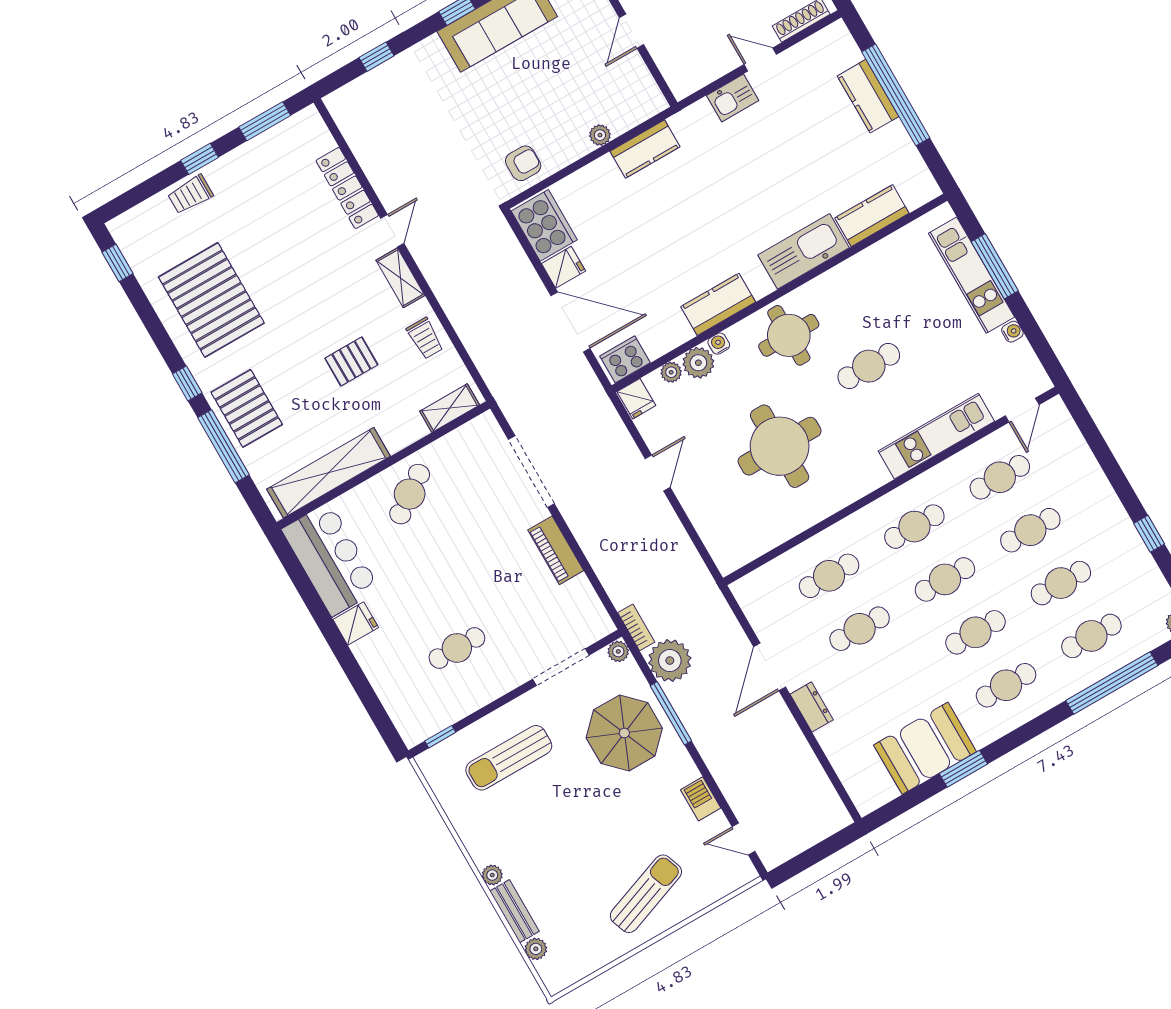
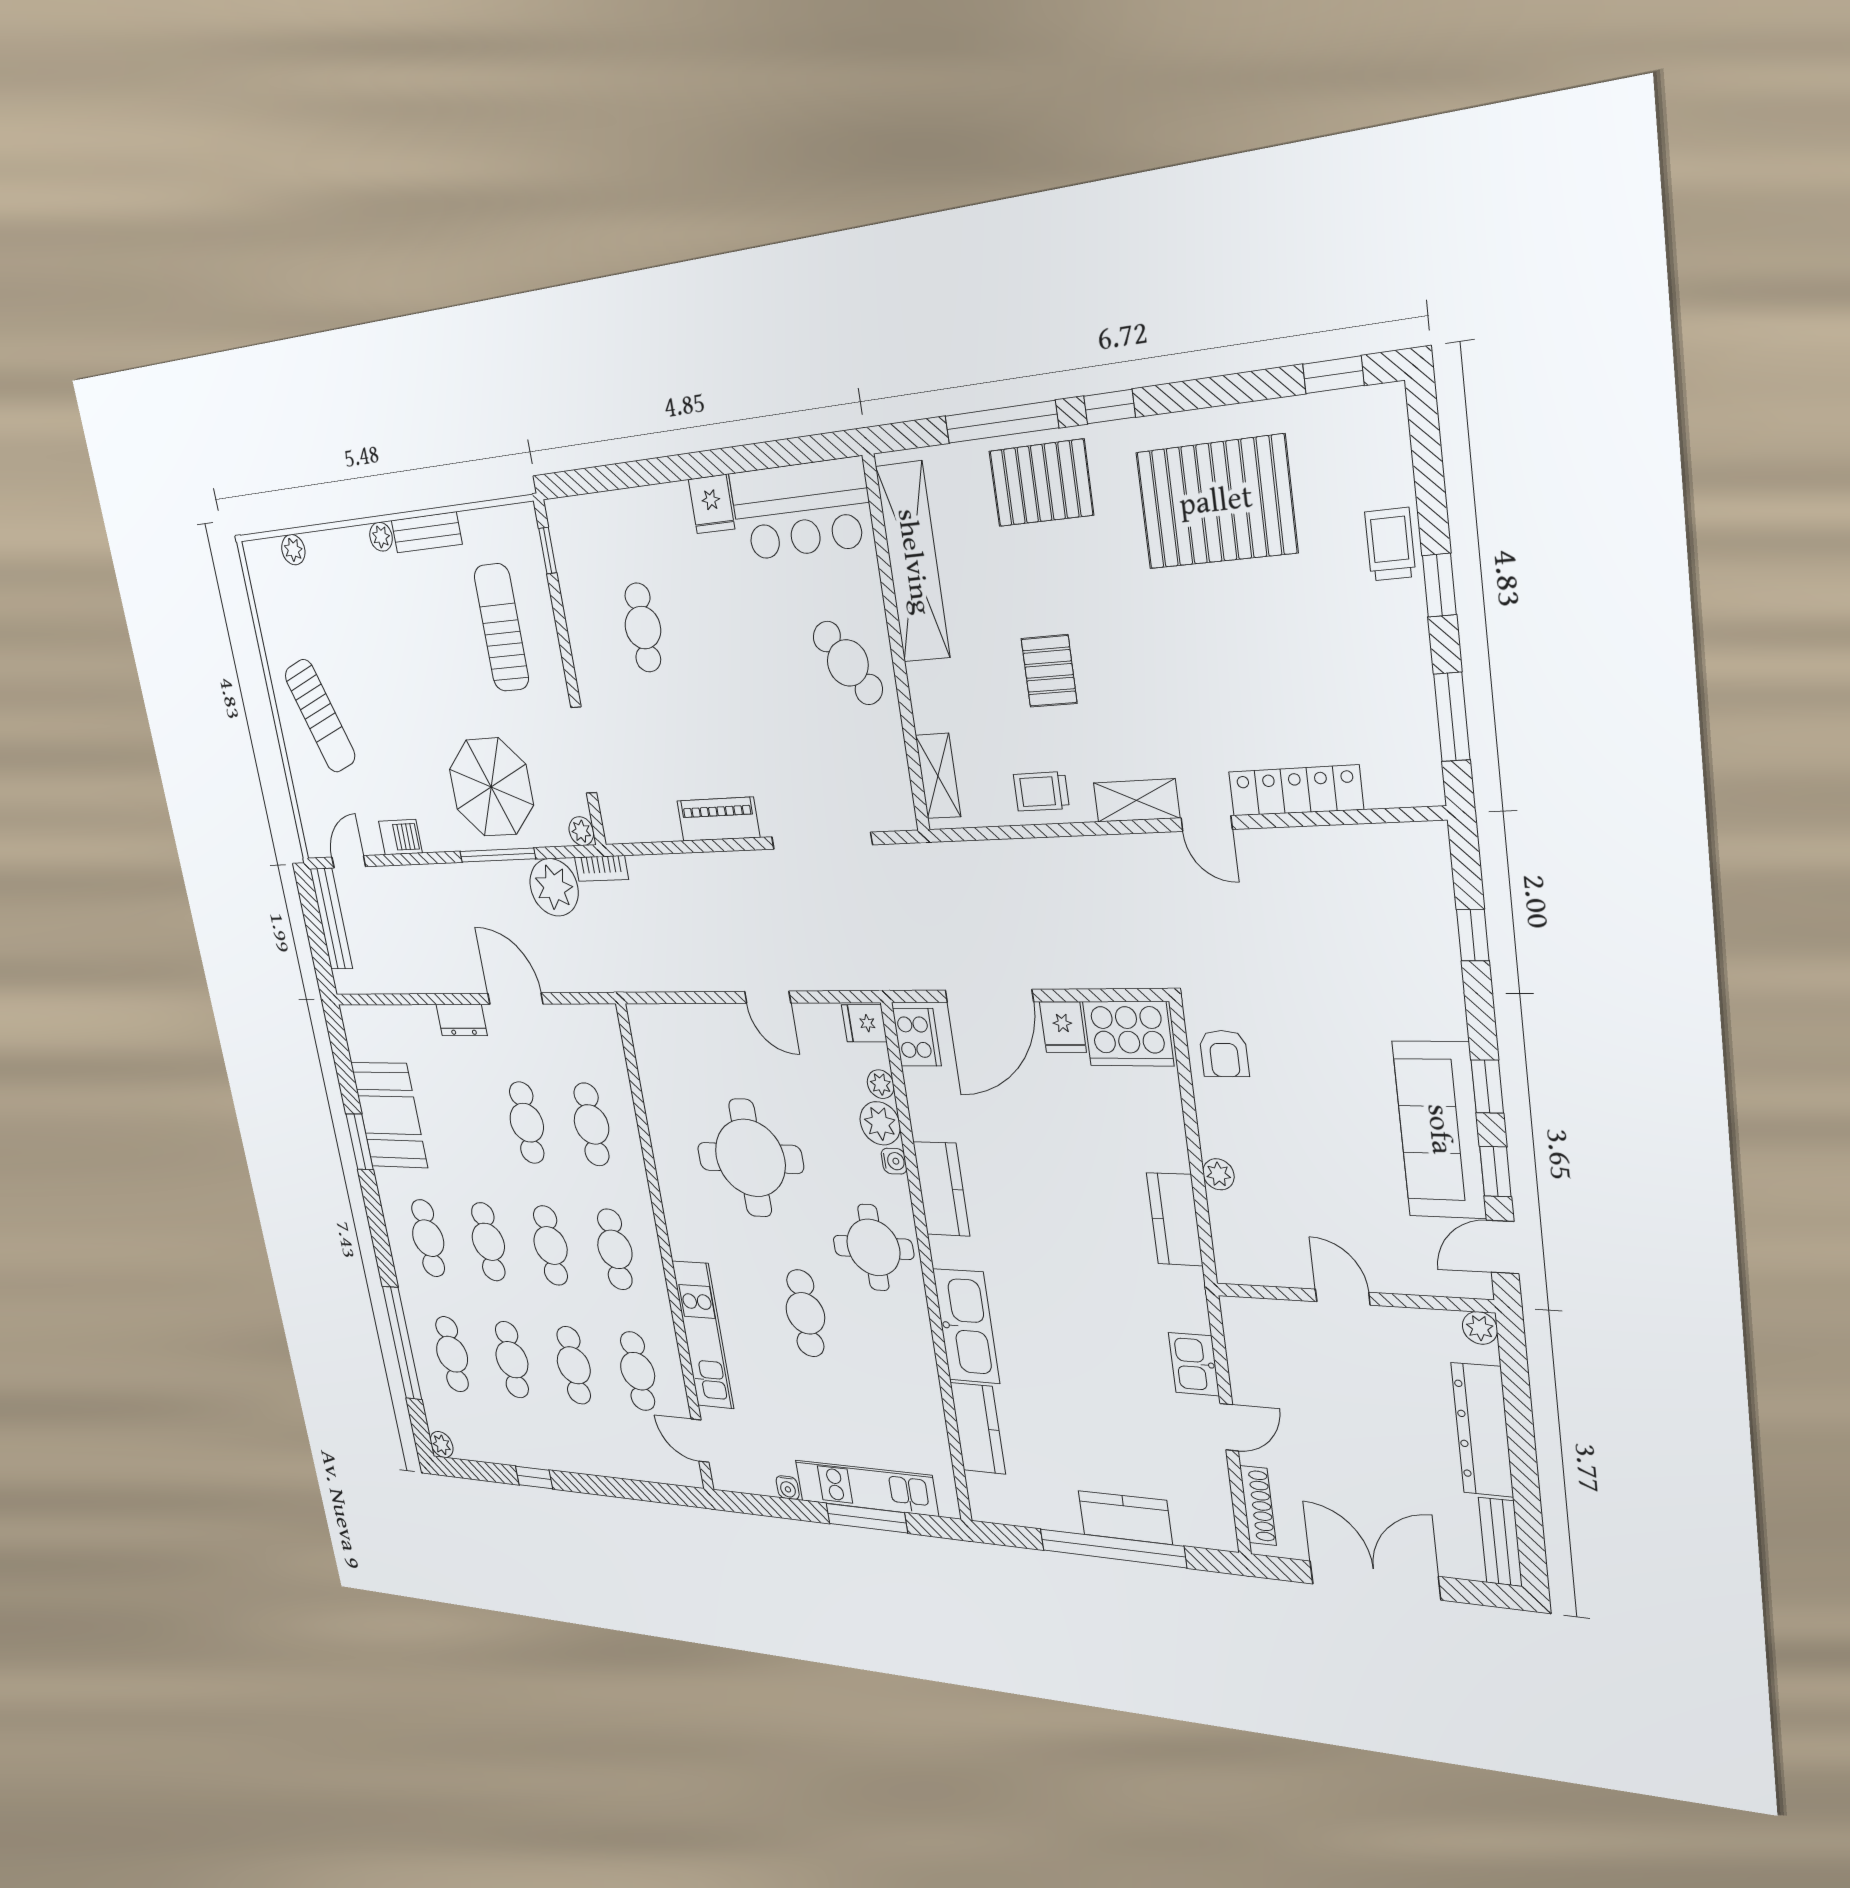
bench: (796, 843) -> (331, 919), added
bench: (514, 911) -> (427, 532), moved

